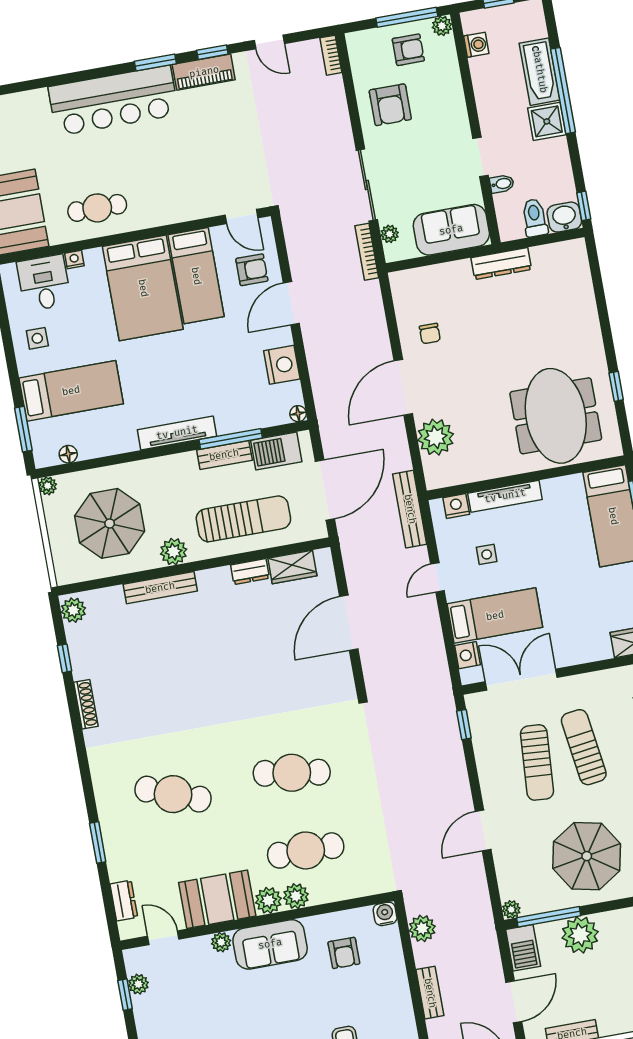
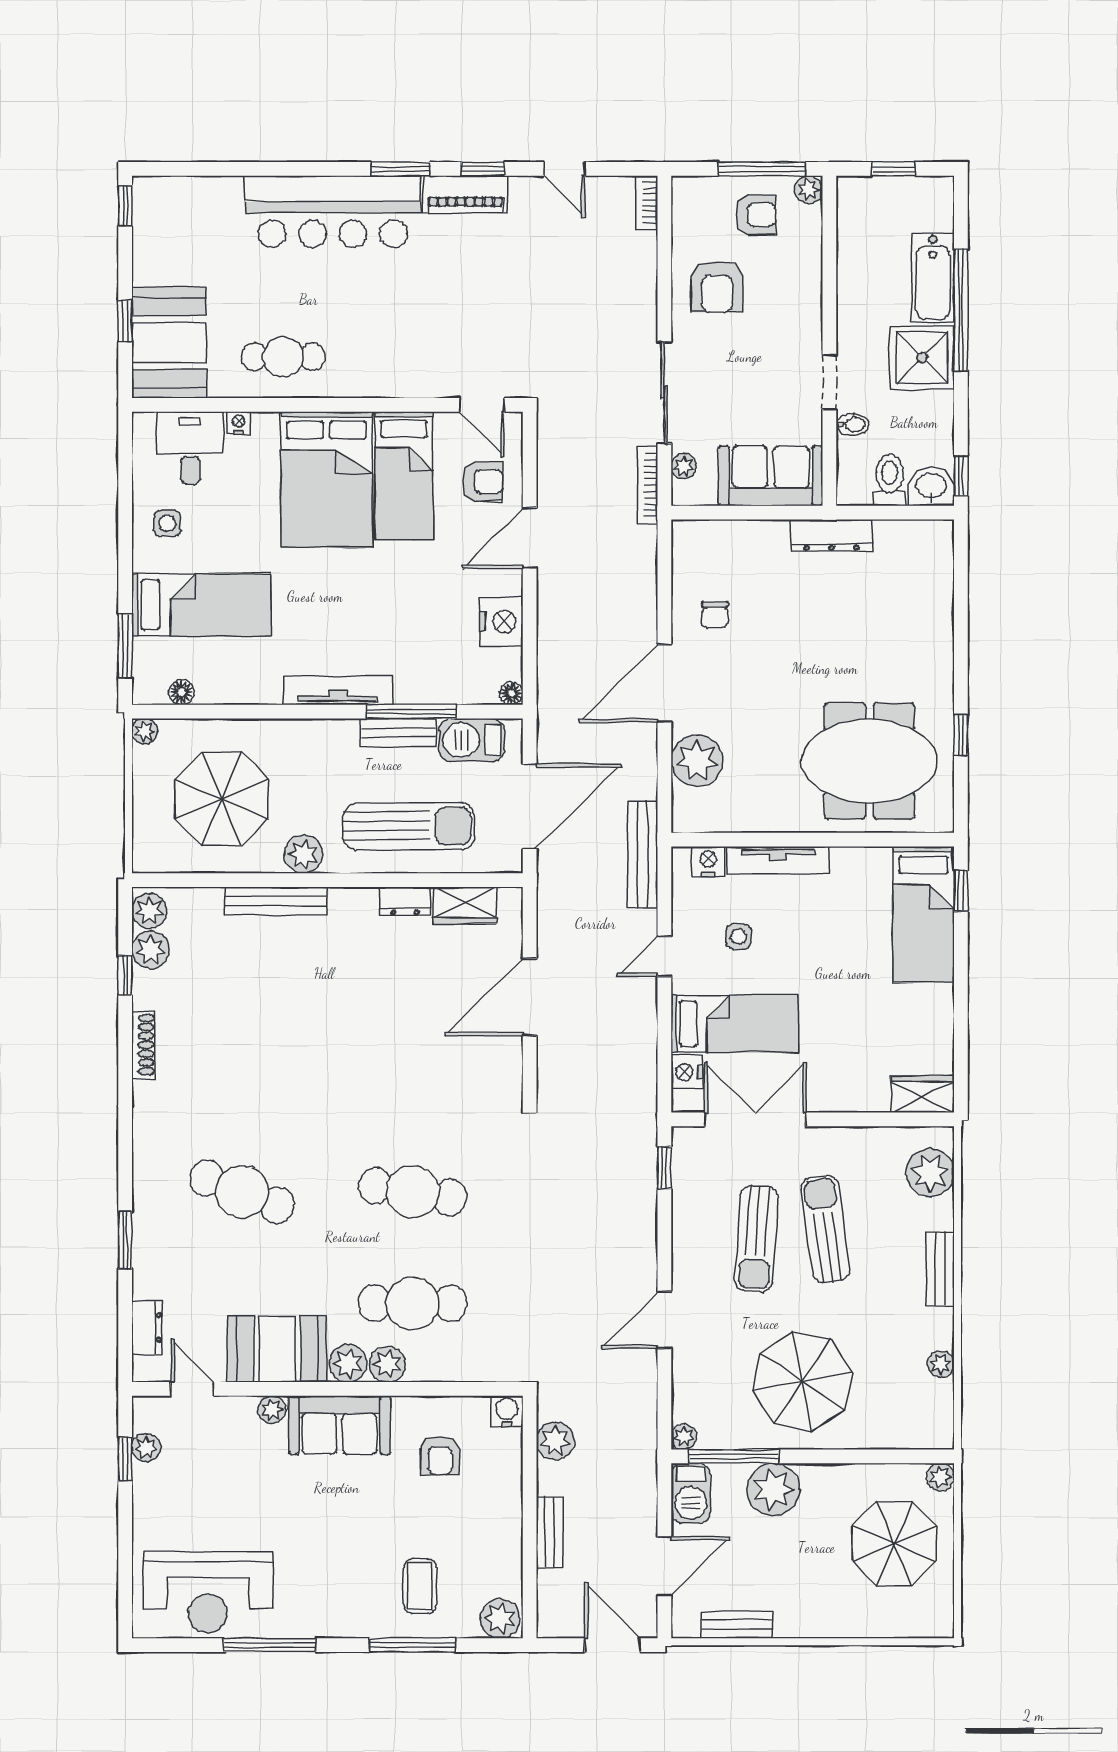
washing machine: (476, 45) -> (852, 225), removed
shower: (547, 121) -> (922, 358), width x1.36, depth x1.36
meeting table: (556, 416) -> (869, 761), turned 90
plant: (79, 637) -> (151, 950), added

